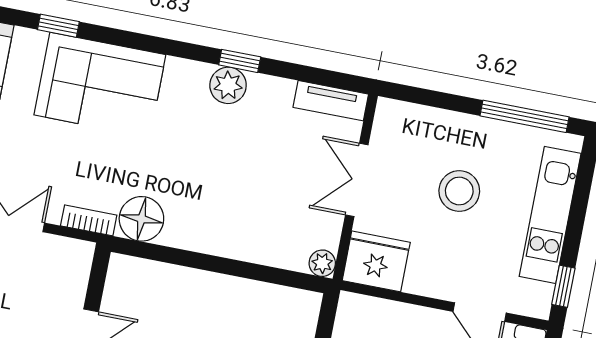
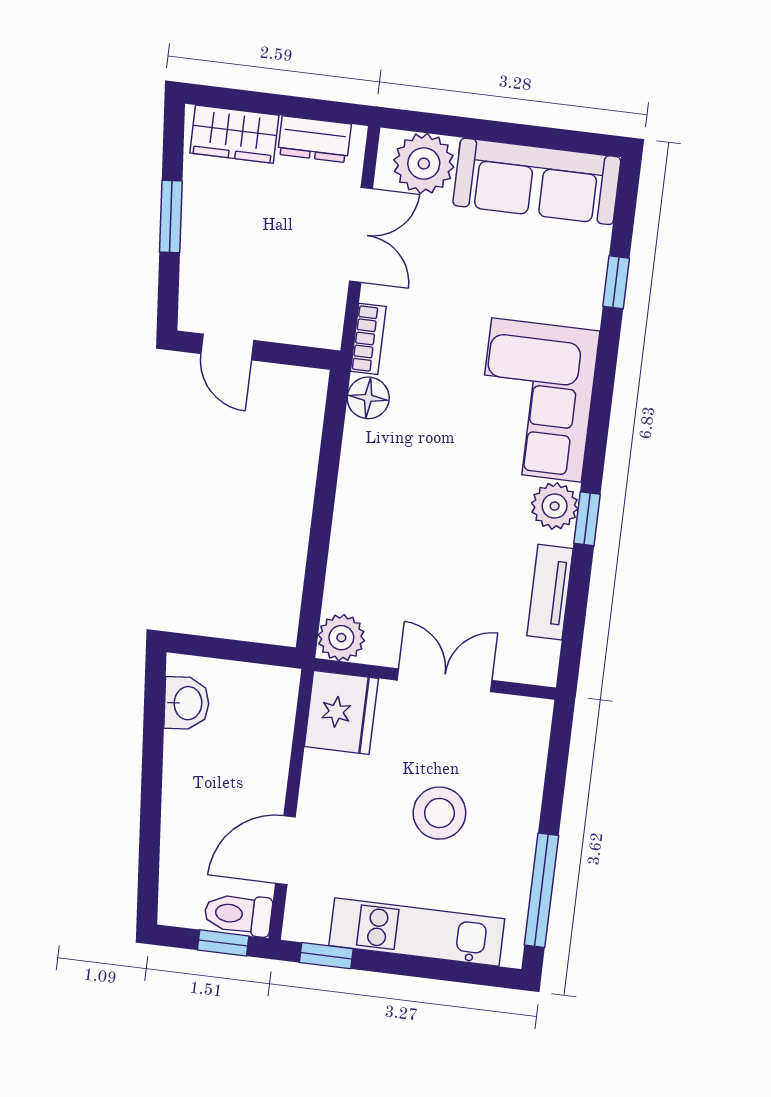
corner sofa: (100, 85) -> (536, 400), moved
tv unit: (331, 101) -> (550, 592), moved
floor lamp: (141, 219) -> (368, 398), width x0.73, depth x0.73
plant: (322, 263) -> (341, 638), width x1.38, depth x1.38

